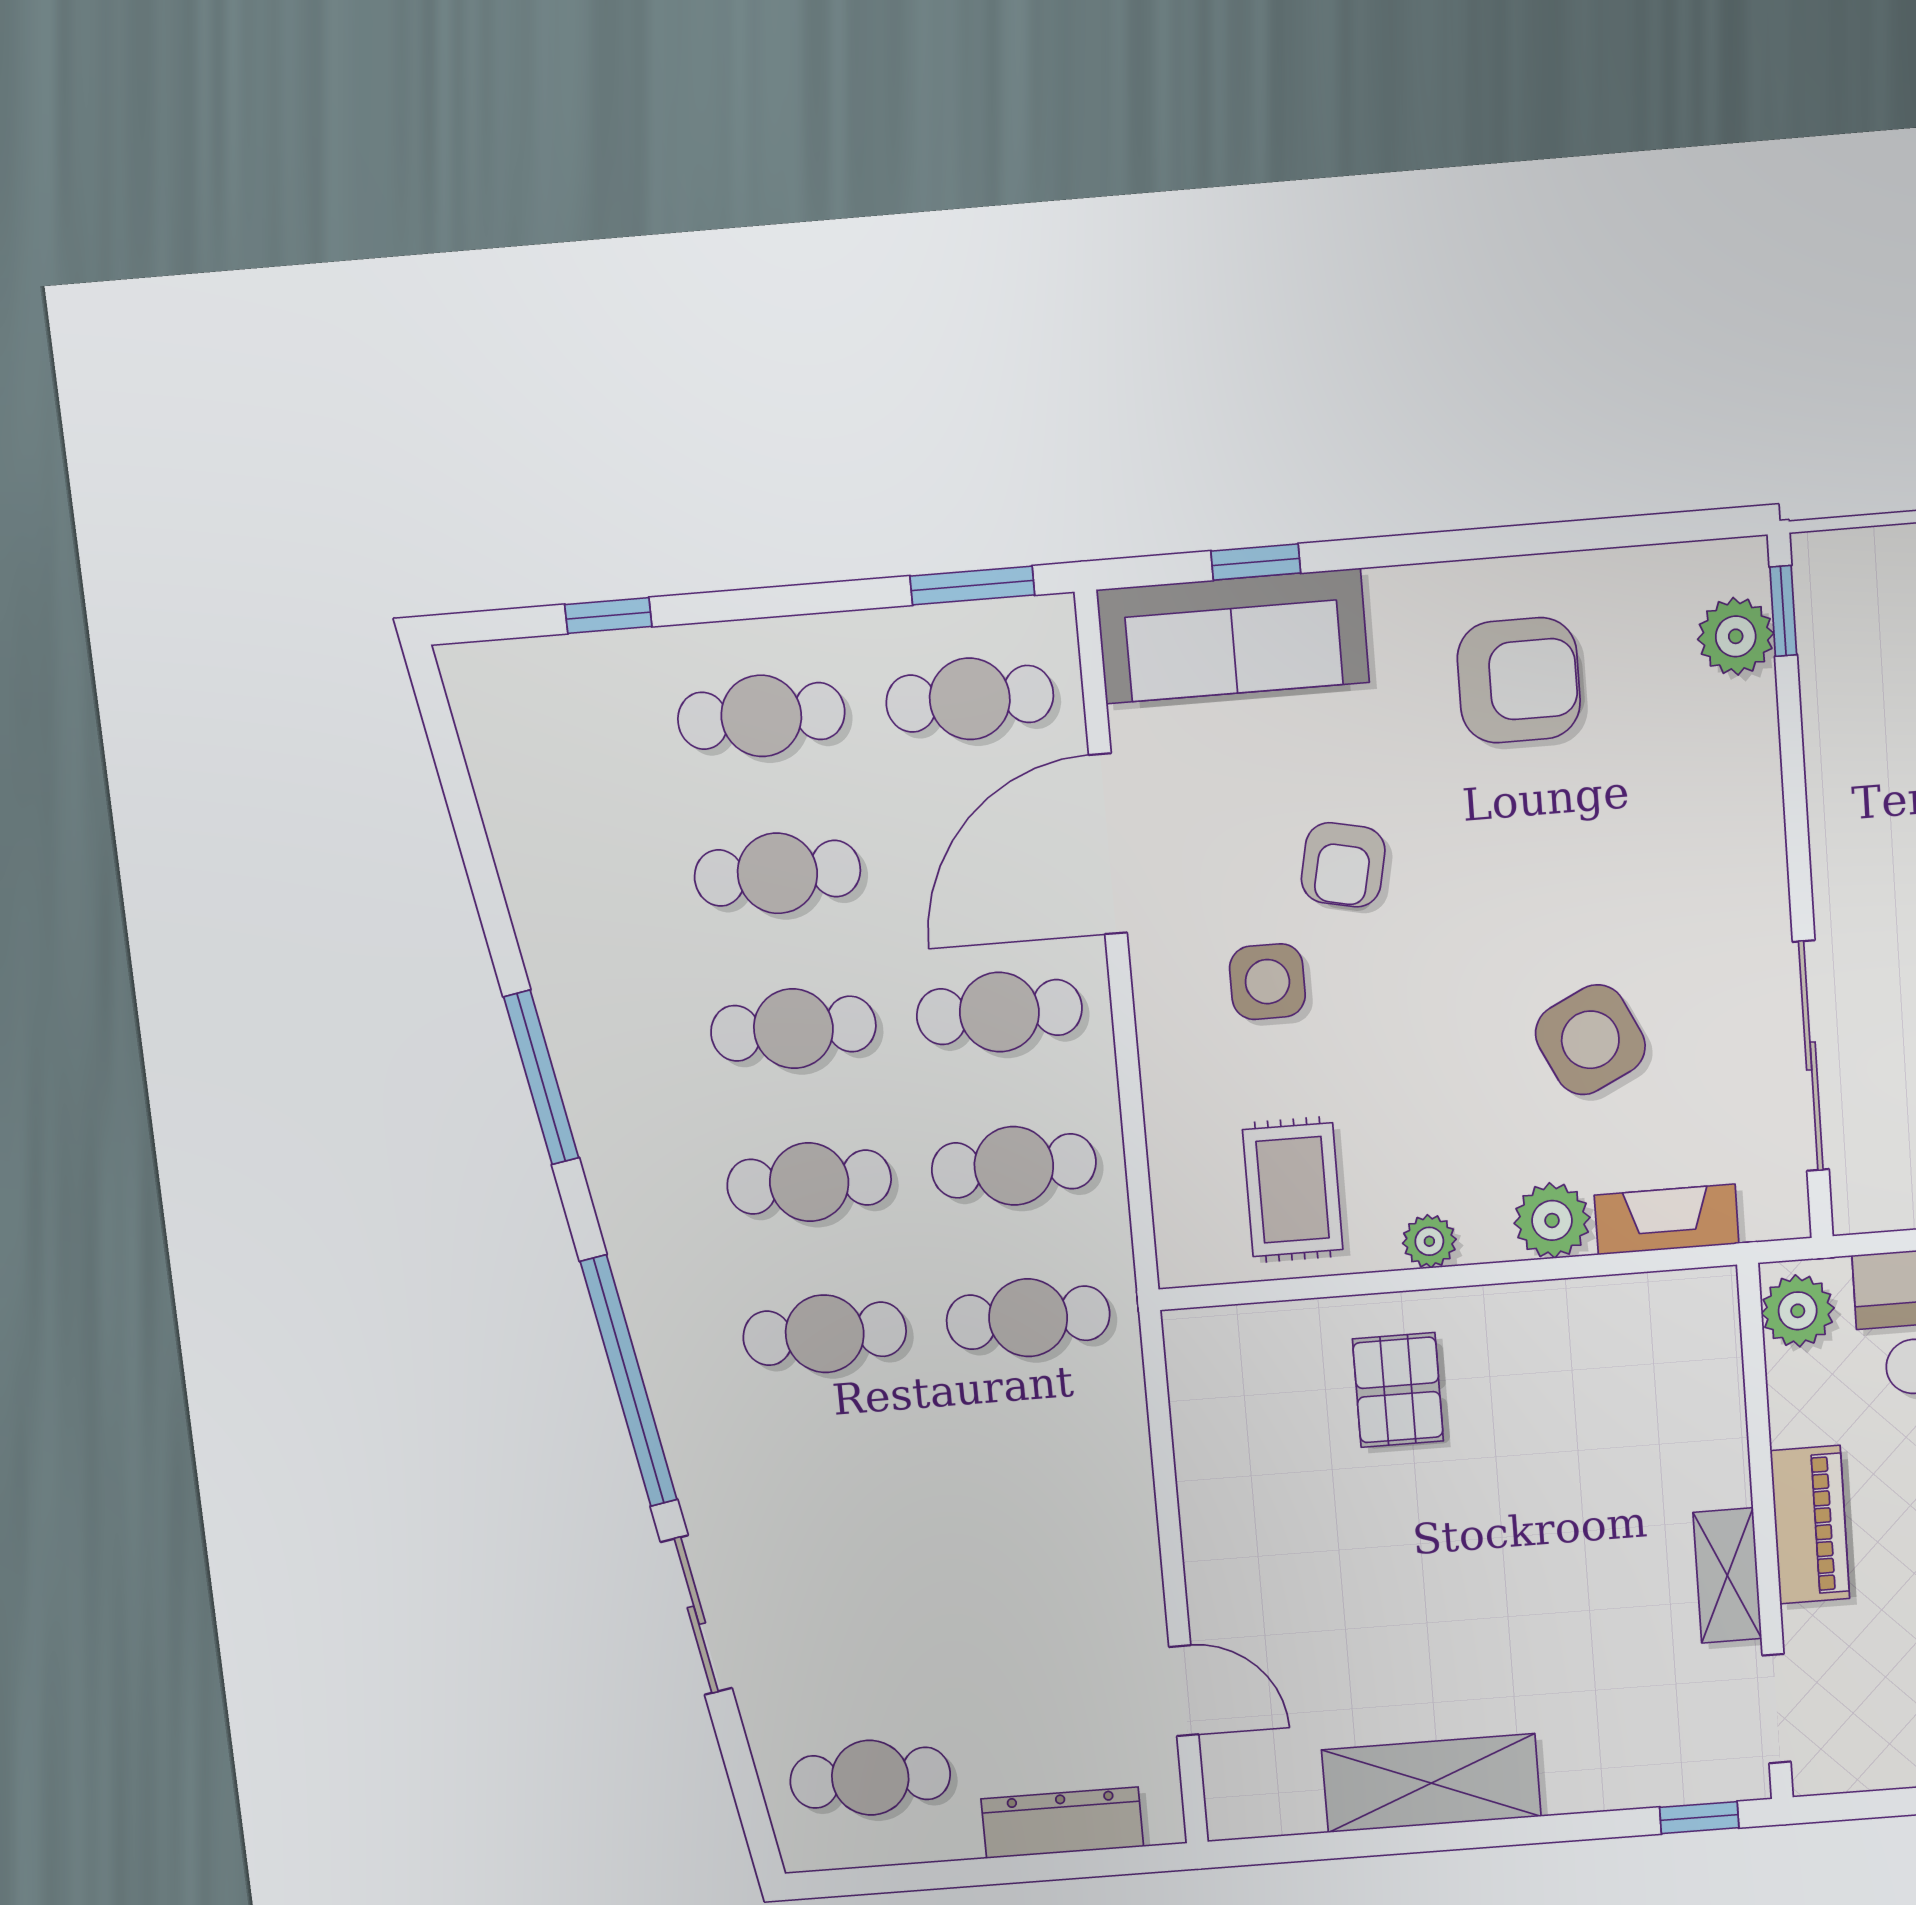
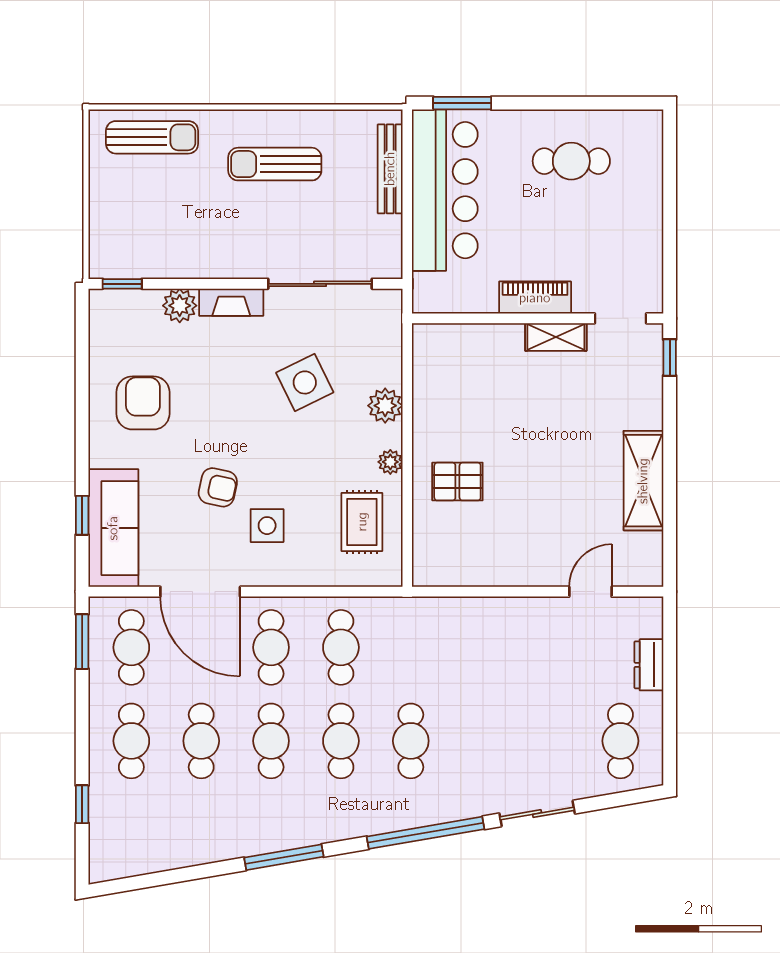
plant: (1736, 636) -> (180, 306), moved
rug: (1293, 1190) -> (362, 522), turned 90
fireplace: (1667, 1219) -> (231, 302), moved, turned -90
plant: (1798, 1311) -> (435, 297), removed
cafe table: (1028, 1318) -> (411, 647), removed
dresser: (1062, 1823) -> (649, 665), width x0.70

